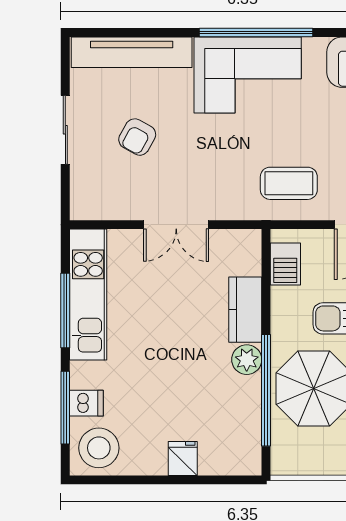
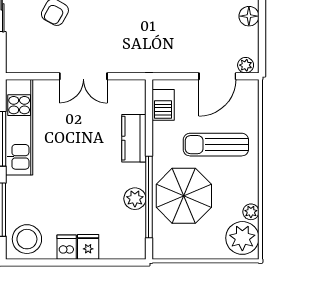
coffee table: (289, 183) -> (166, 46), removed
plant: (247, 360) -> (135, 199), moved
dishwasher: (86, 403) -> (67, 247), moved, turned -90

